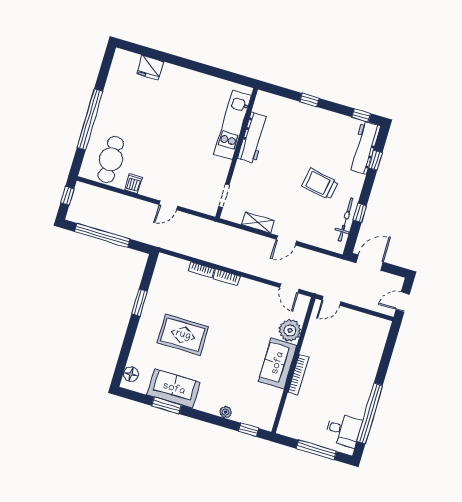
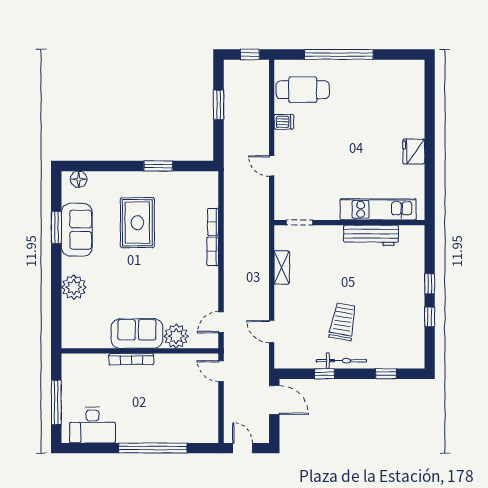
fridge: (150, 68) -> (414, 151), moved
window: (361, 115) -> (430, 317), moved
workbench: (364, 147) -> (396, 358), removed
bicycle: (346, 220) -> (341, 361), moved
window: (102, 235) -> (218, 105), width x0.47
door: (286, 240) -> (272, 332), moved
plant: (226, 412) -> (74, 287), width x1.88, depth x1.88
window: (370, 413) -> (153, 448), moved
window: (248, 430) -> (56, 323), removed
desk: (343, 430) -> (92, 425), width x1.37

